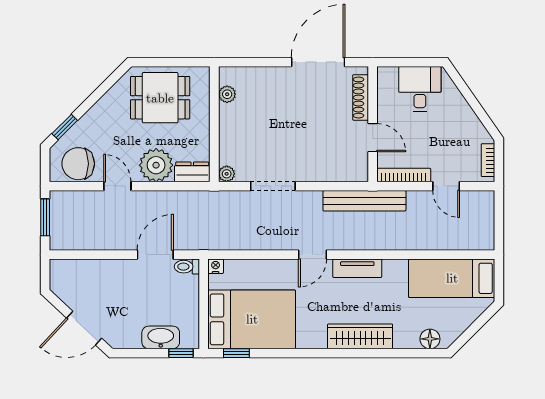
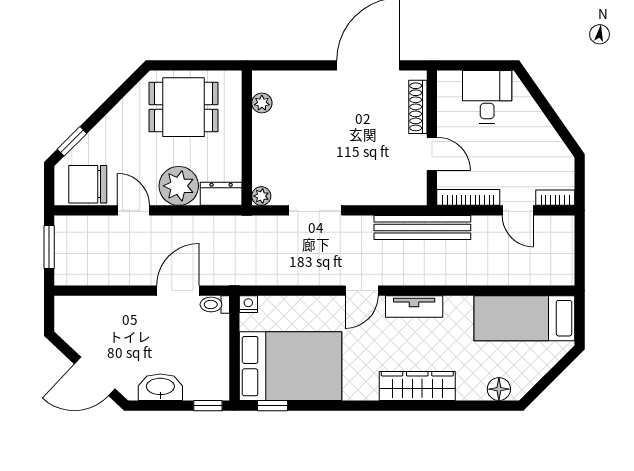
bookcase: (488, 160) -> (555, 198), moved, turned 90
washbasin: (161, 337) -> (160, 387), moved

